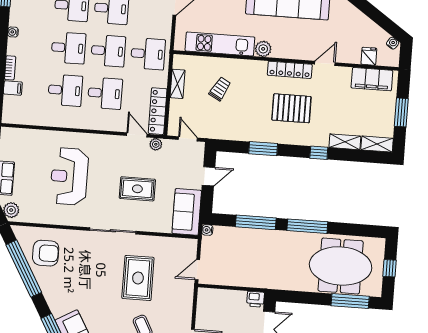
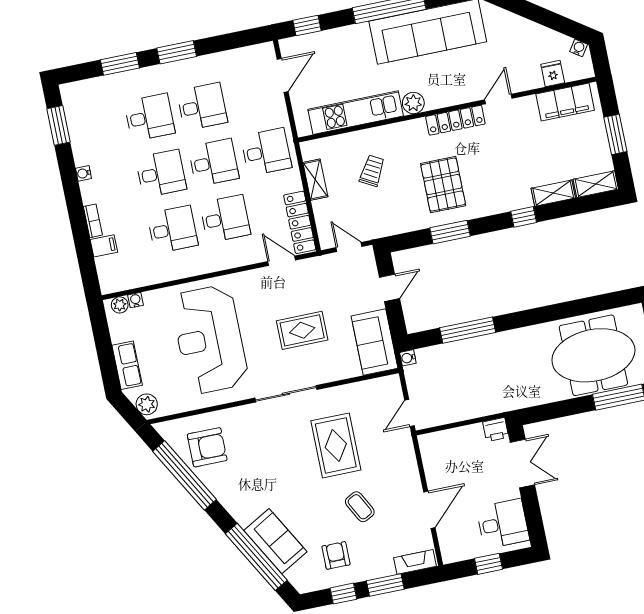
pallet: (291, 108) -> (443, 185), moved, turned 90
water cooler: (24, 133) -> (135, 300), added
plant: (156, 144) -> (120, 305), moved
reception desk: (69, 176) -> (209, 339), width x1.36, depth x1.30
window: (307, 226) -> (536, 316), removed

